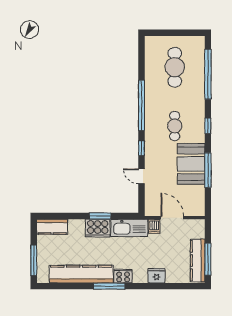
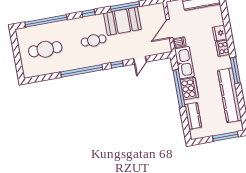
window: (100, 216) -> (179, 88), width x2.11
kitchen counter: (52, 227) -> (193, 116), moved
cooker: (123, 276) -> (223, 48), moved

